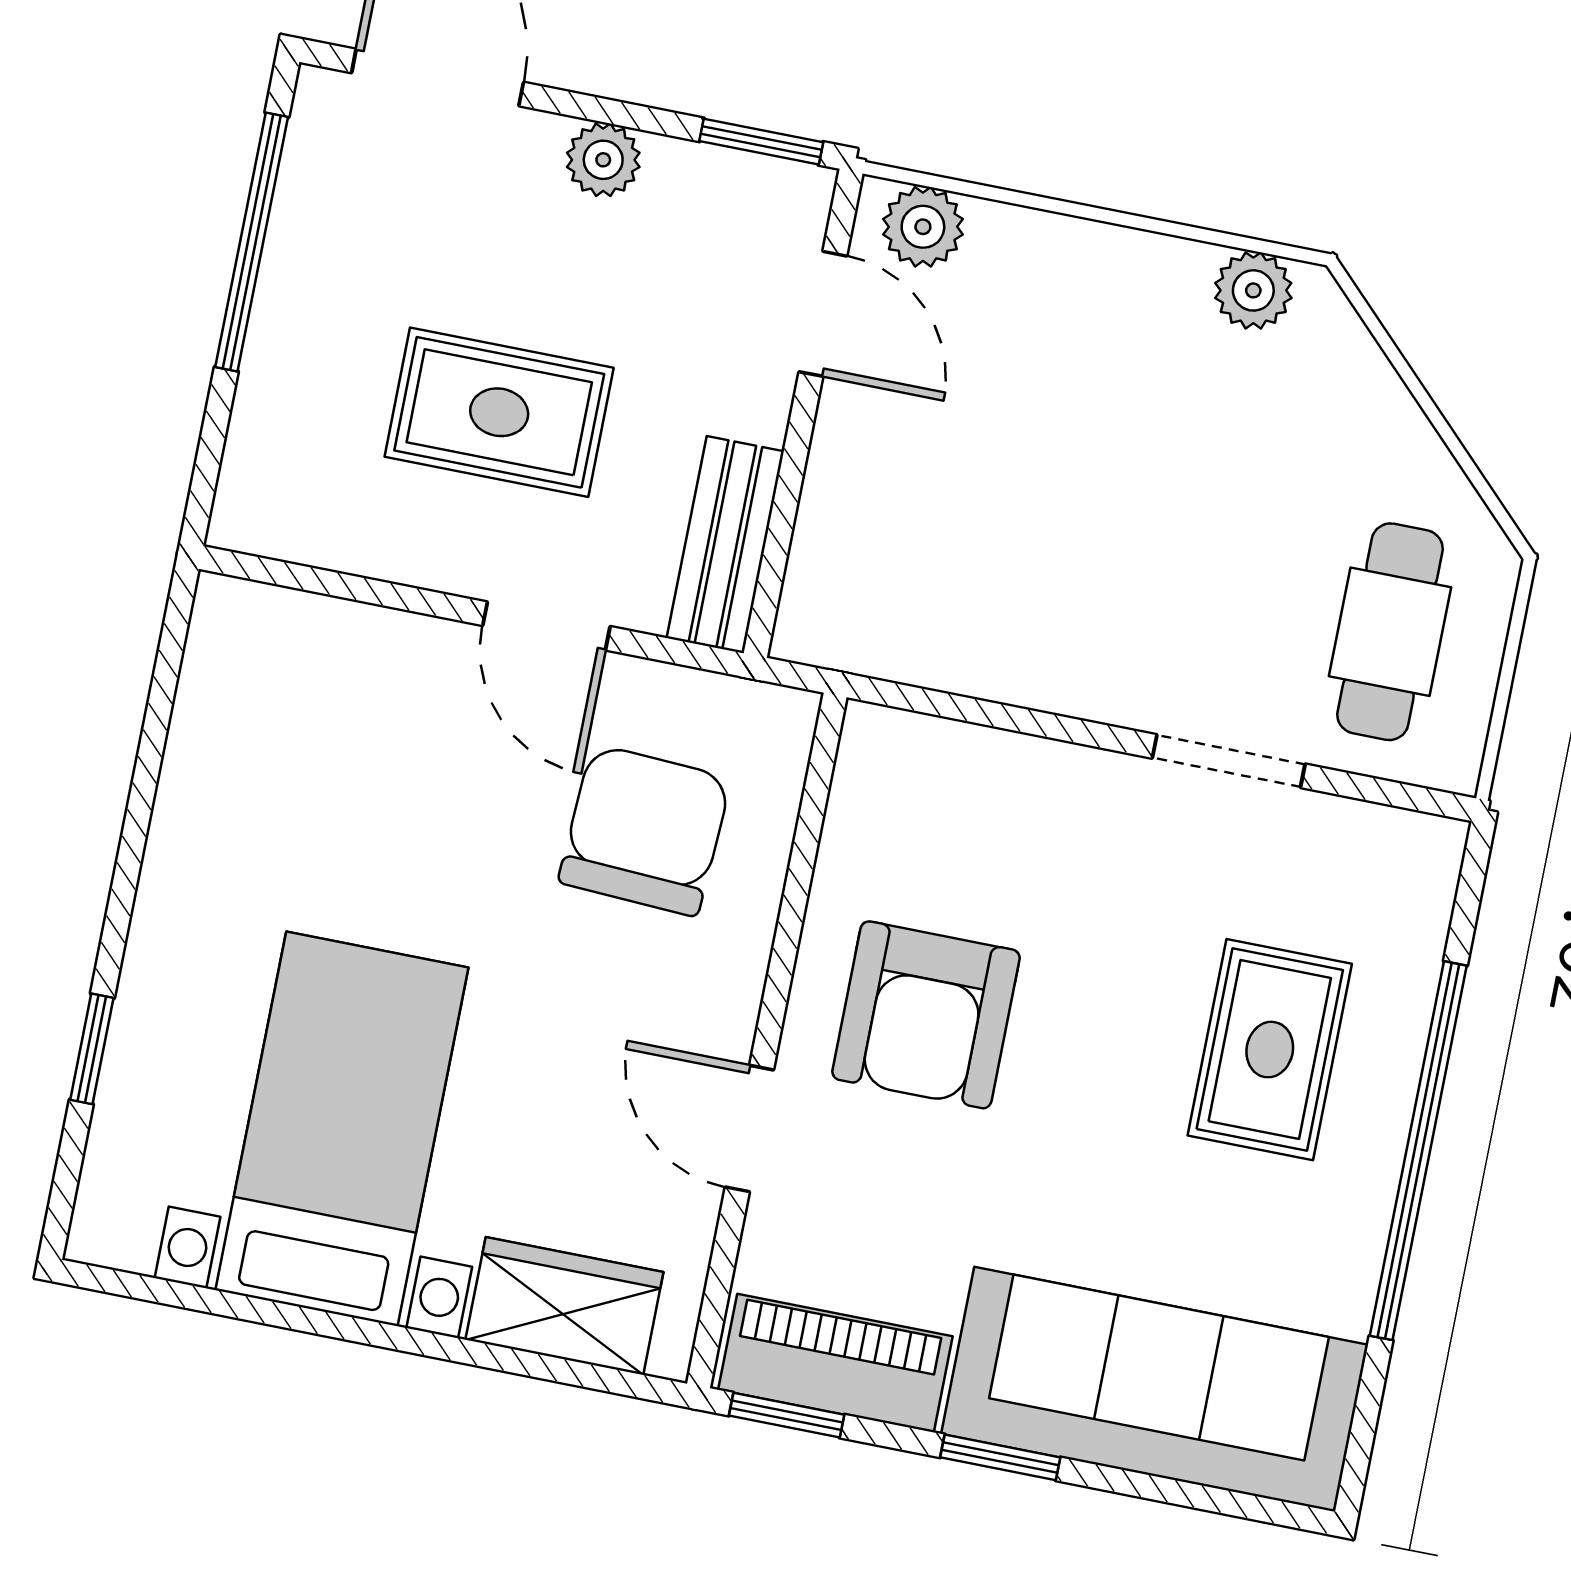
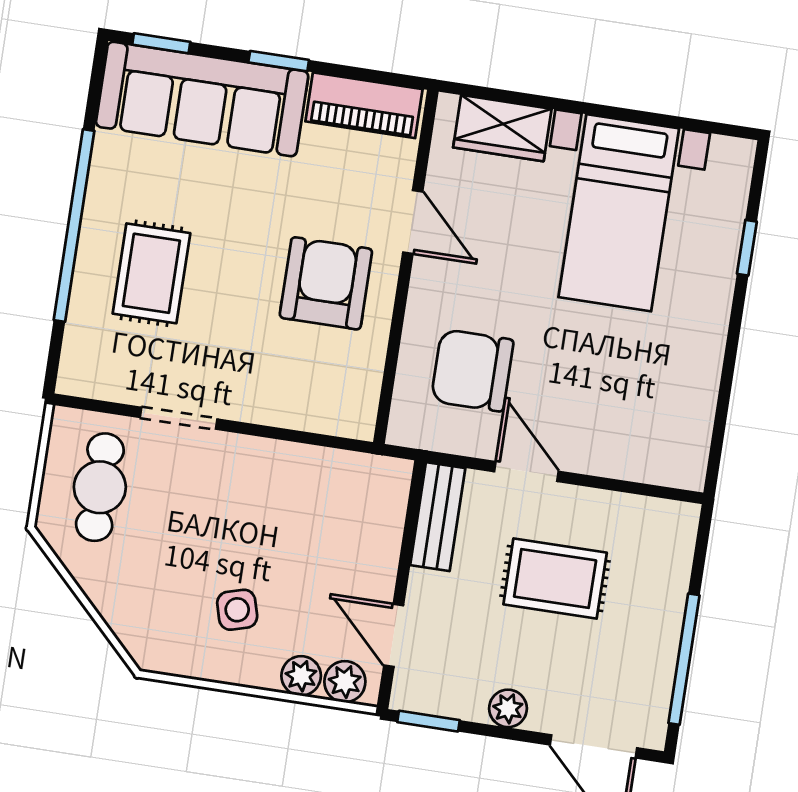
plant: (1253, 290) -> (301, 676), moved
side table: (1129, 378) -> (237, 610), added
chair: (645, 830) -> (472, 370), turned 87
window: (787, 1415) -> (161, 43), moved

